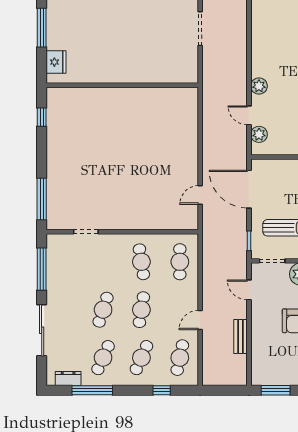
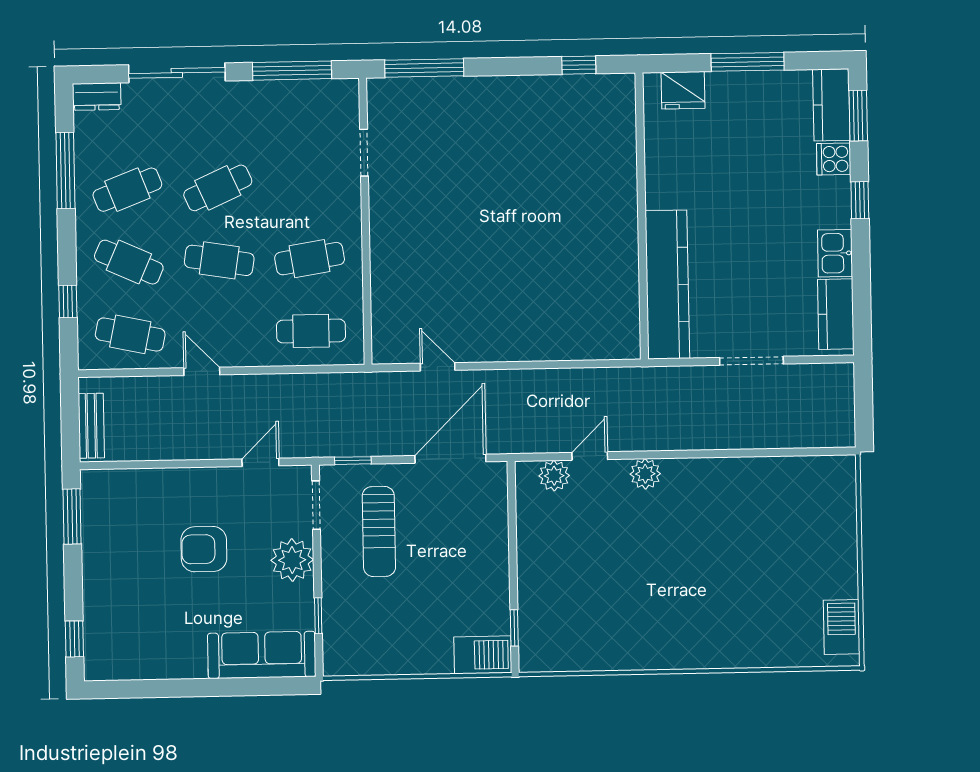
kitchen counter: (159, 72) -> (667, 285), added
cafe table: (103, 310) -> (218, 188), turned -42
bench: (241, 336) -> (91, 426), moved, turned 90
cafe table: (103, 358) -> (127, 190), turned -45
dresser: (68, 379) -> (97, 97), moved, turned 90

